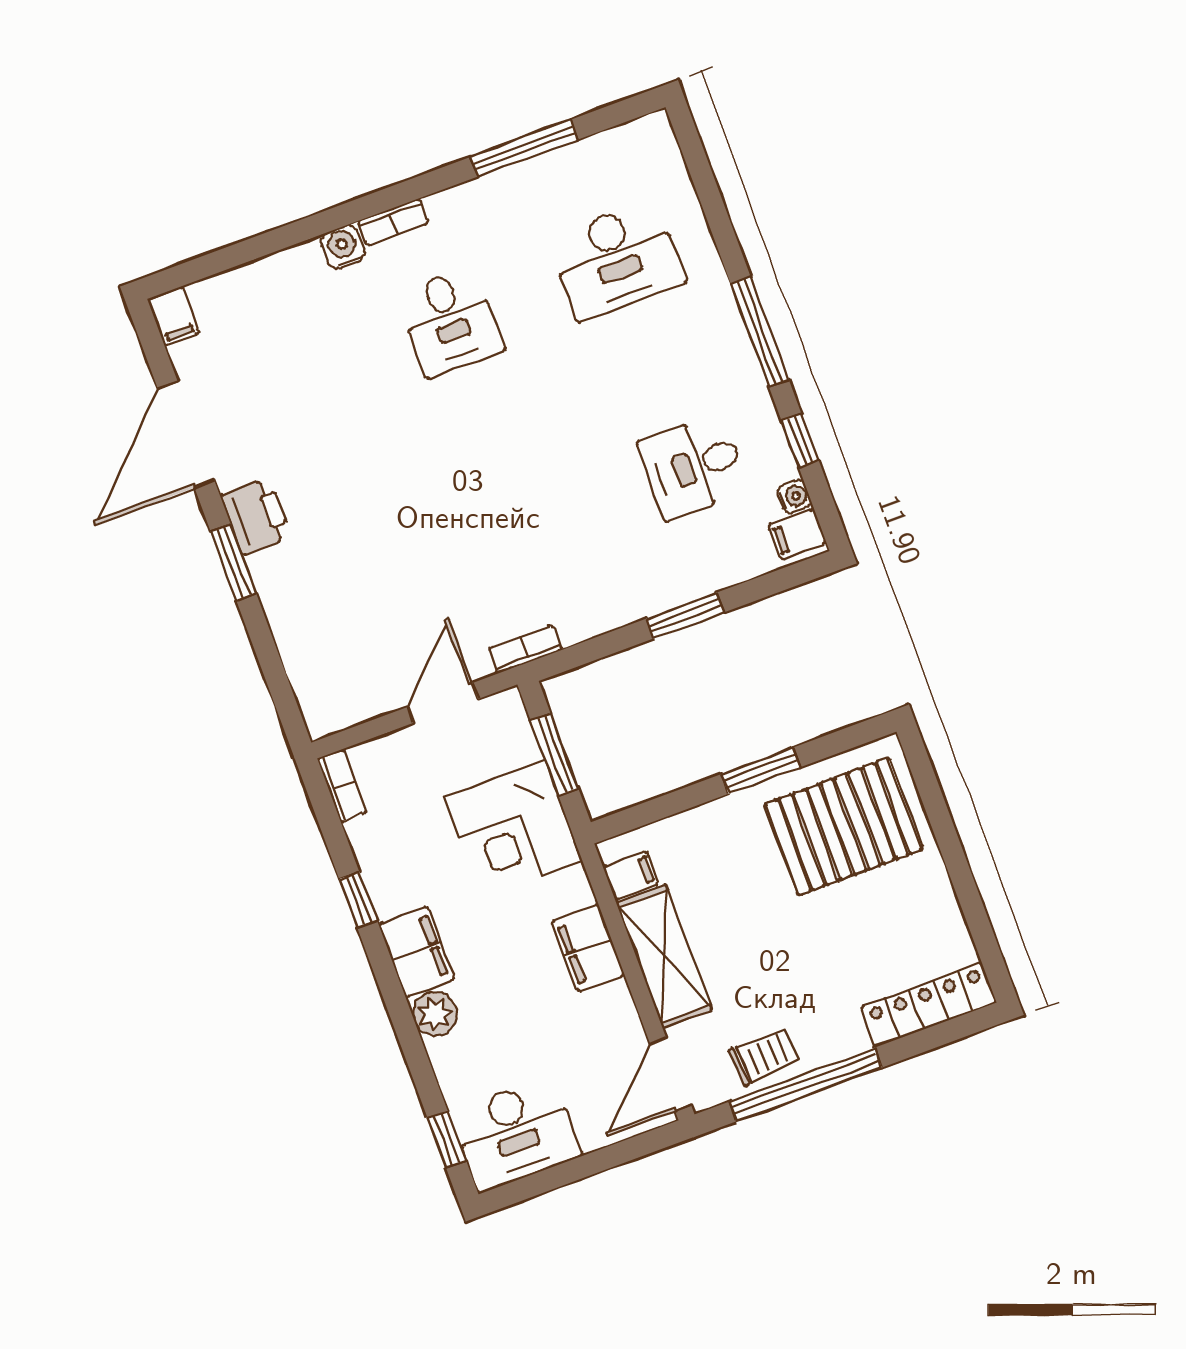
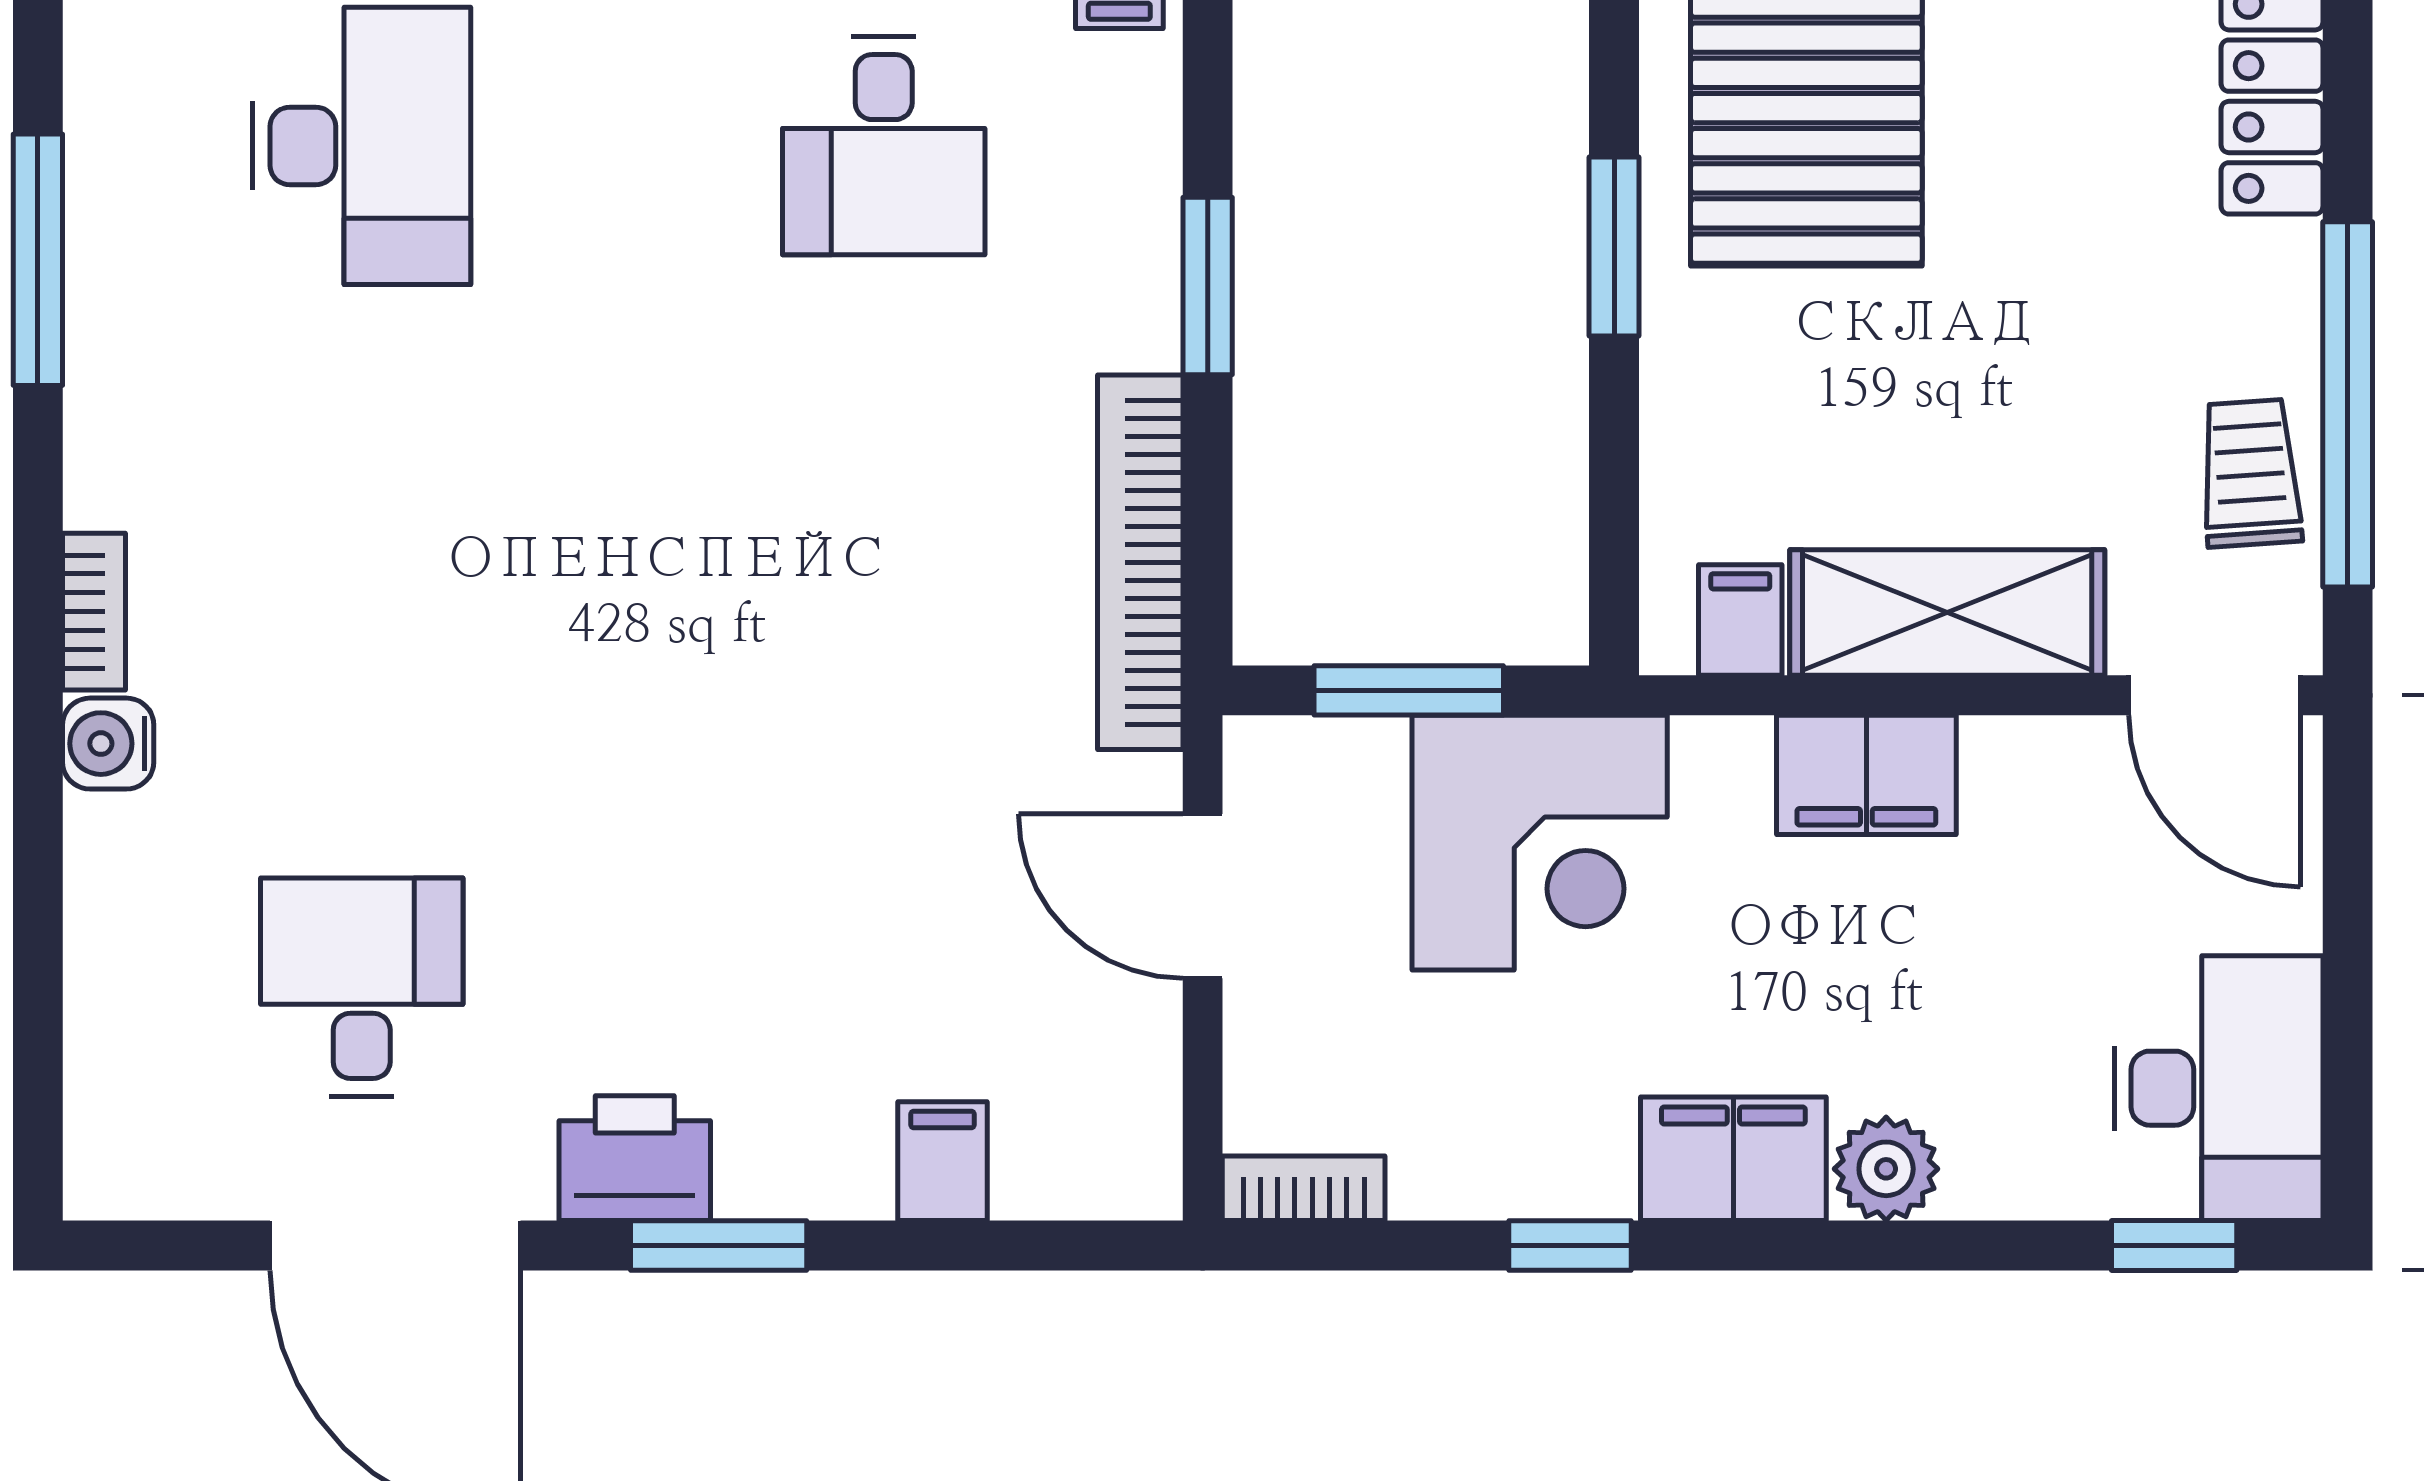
filing cabinet: (174, 316) -> (942, 1161), moved, turned -90
desk: (450, 321) -> (362, 987), moved, turned -90
bookcase: (525, 649) -> (1140, 562), width x2.31, depth x1.31

